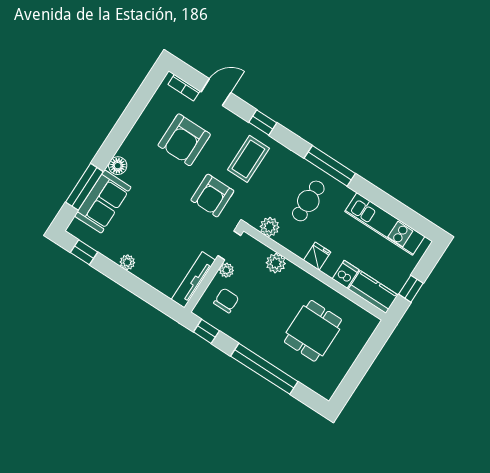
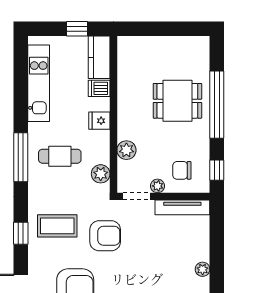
dining table: (313, 331) -> (177, 101), moved

